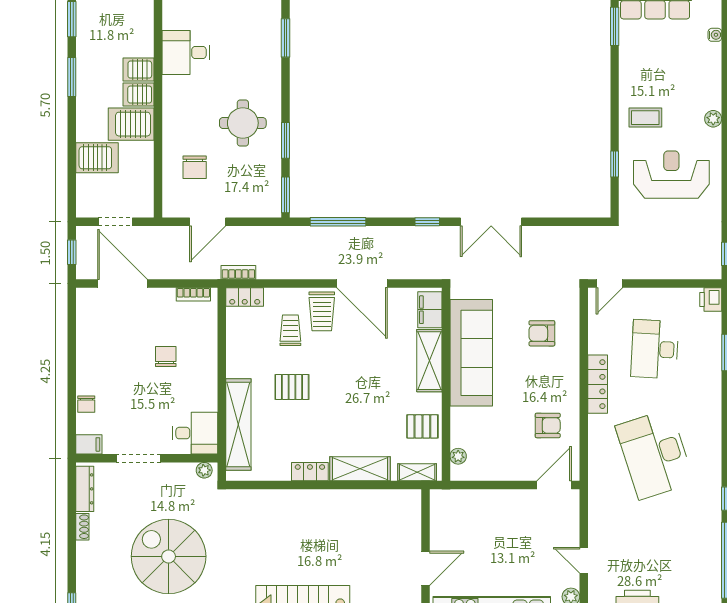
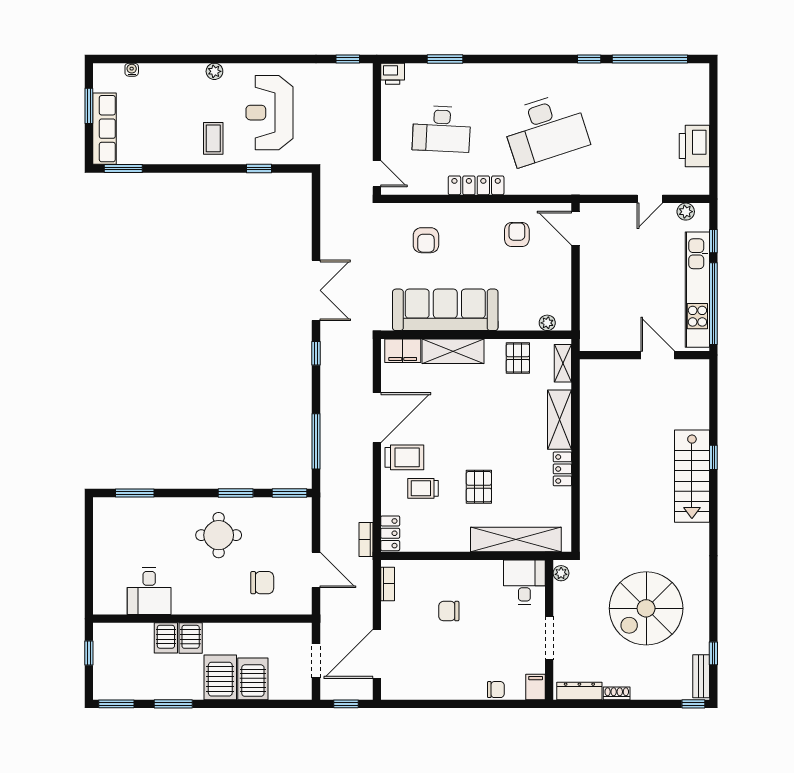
server rack: (131, 124) -> (220, 677), moved, turned 180

